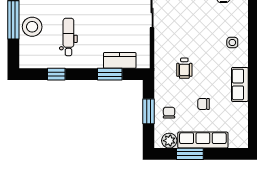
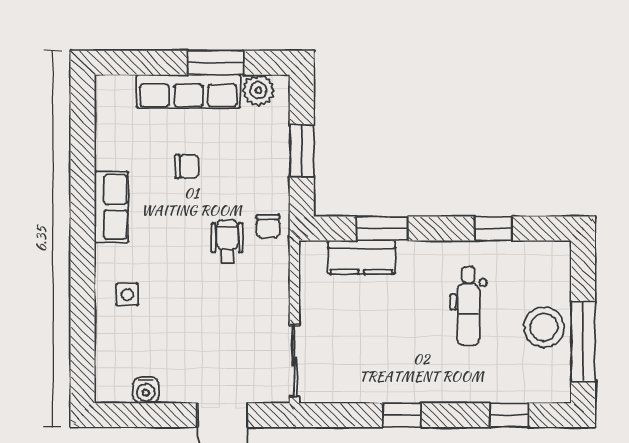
chair: (169, 113) -> (268, 226), moved

